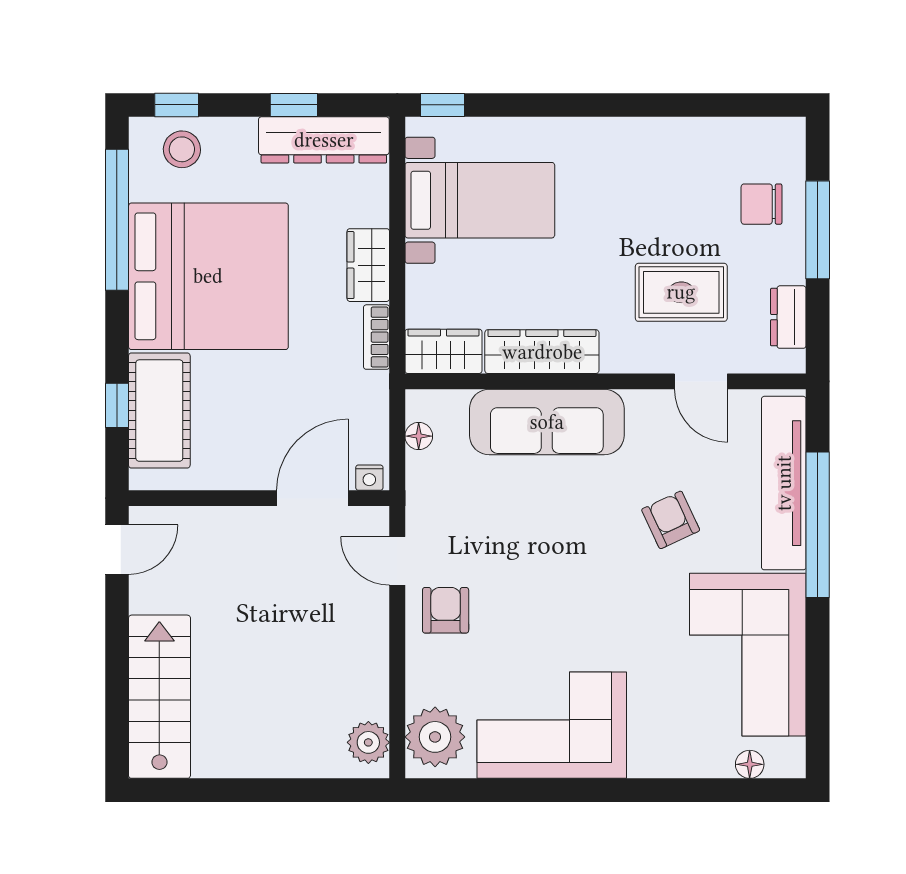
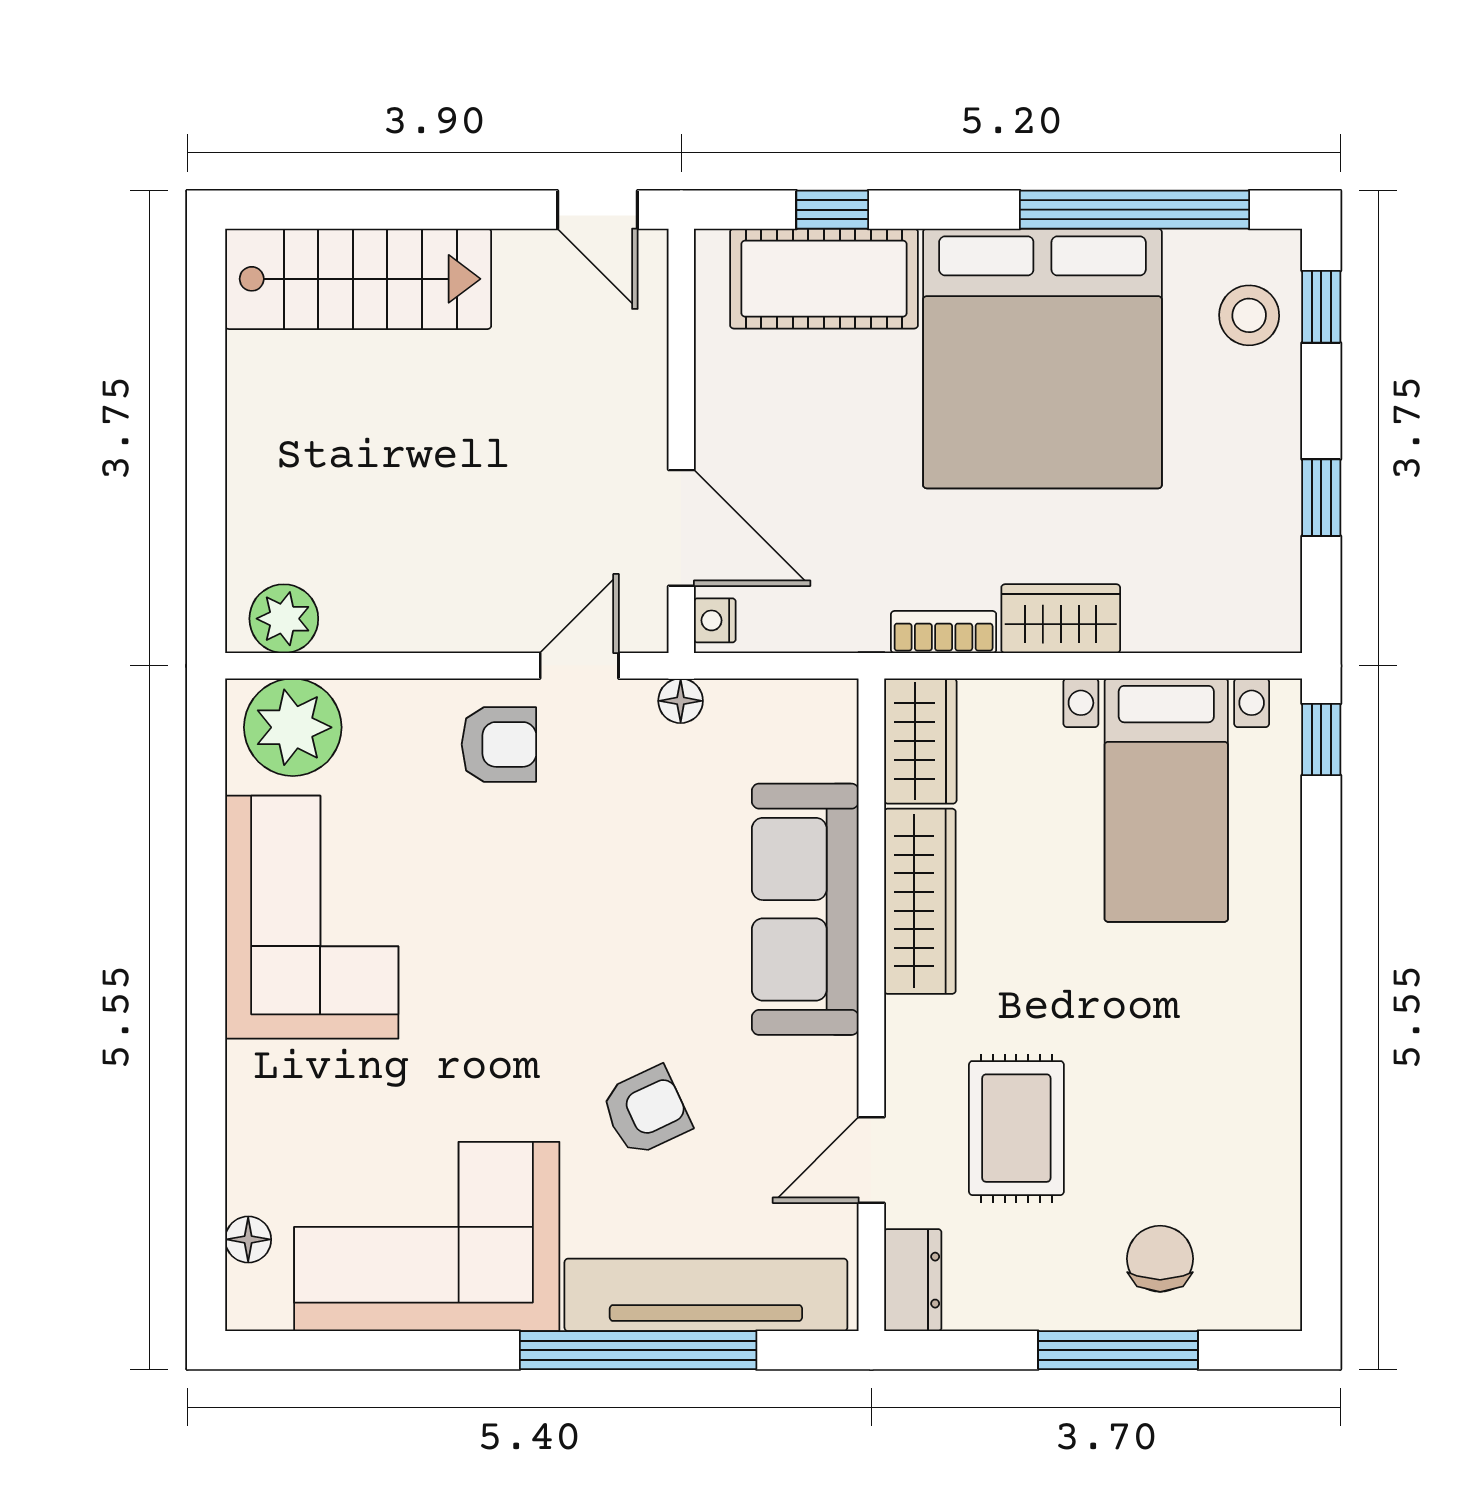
dresser: (324, 140) -> (1264, 546), removed
dresser: (788, 317) -> (913, 1280), moved, turned 90
floor lamp: (419, 436) -> (681, 701), moved

